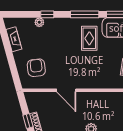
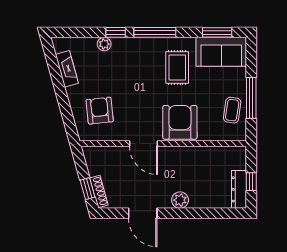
window: (85, 14) -> (155, 32), moved
armchair: (91, 76) -> (180, 122), added

